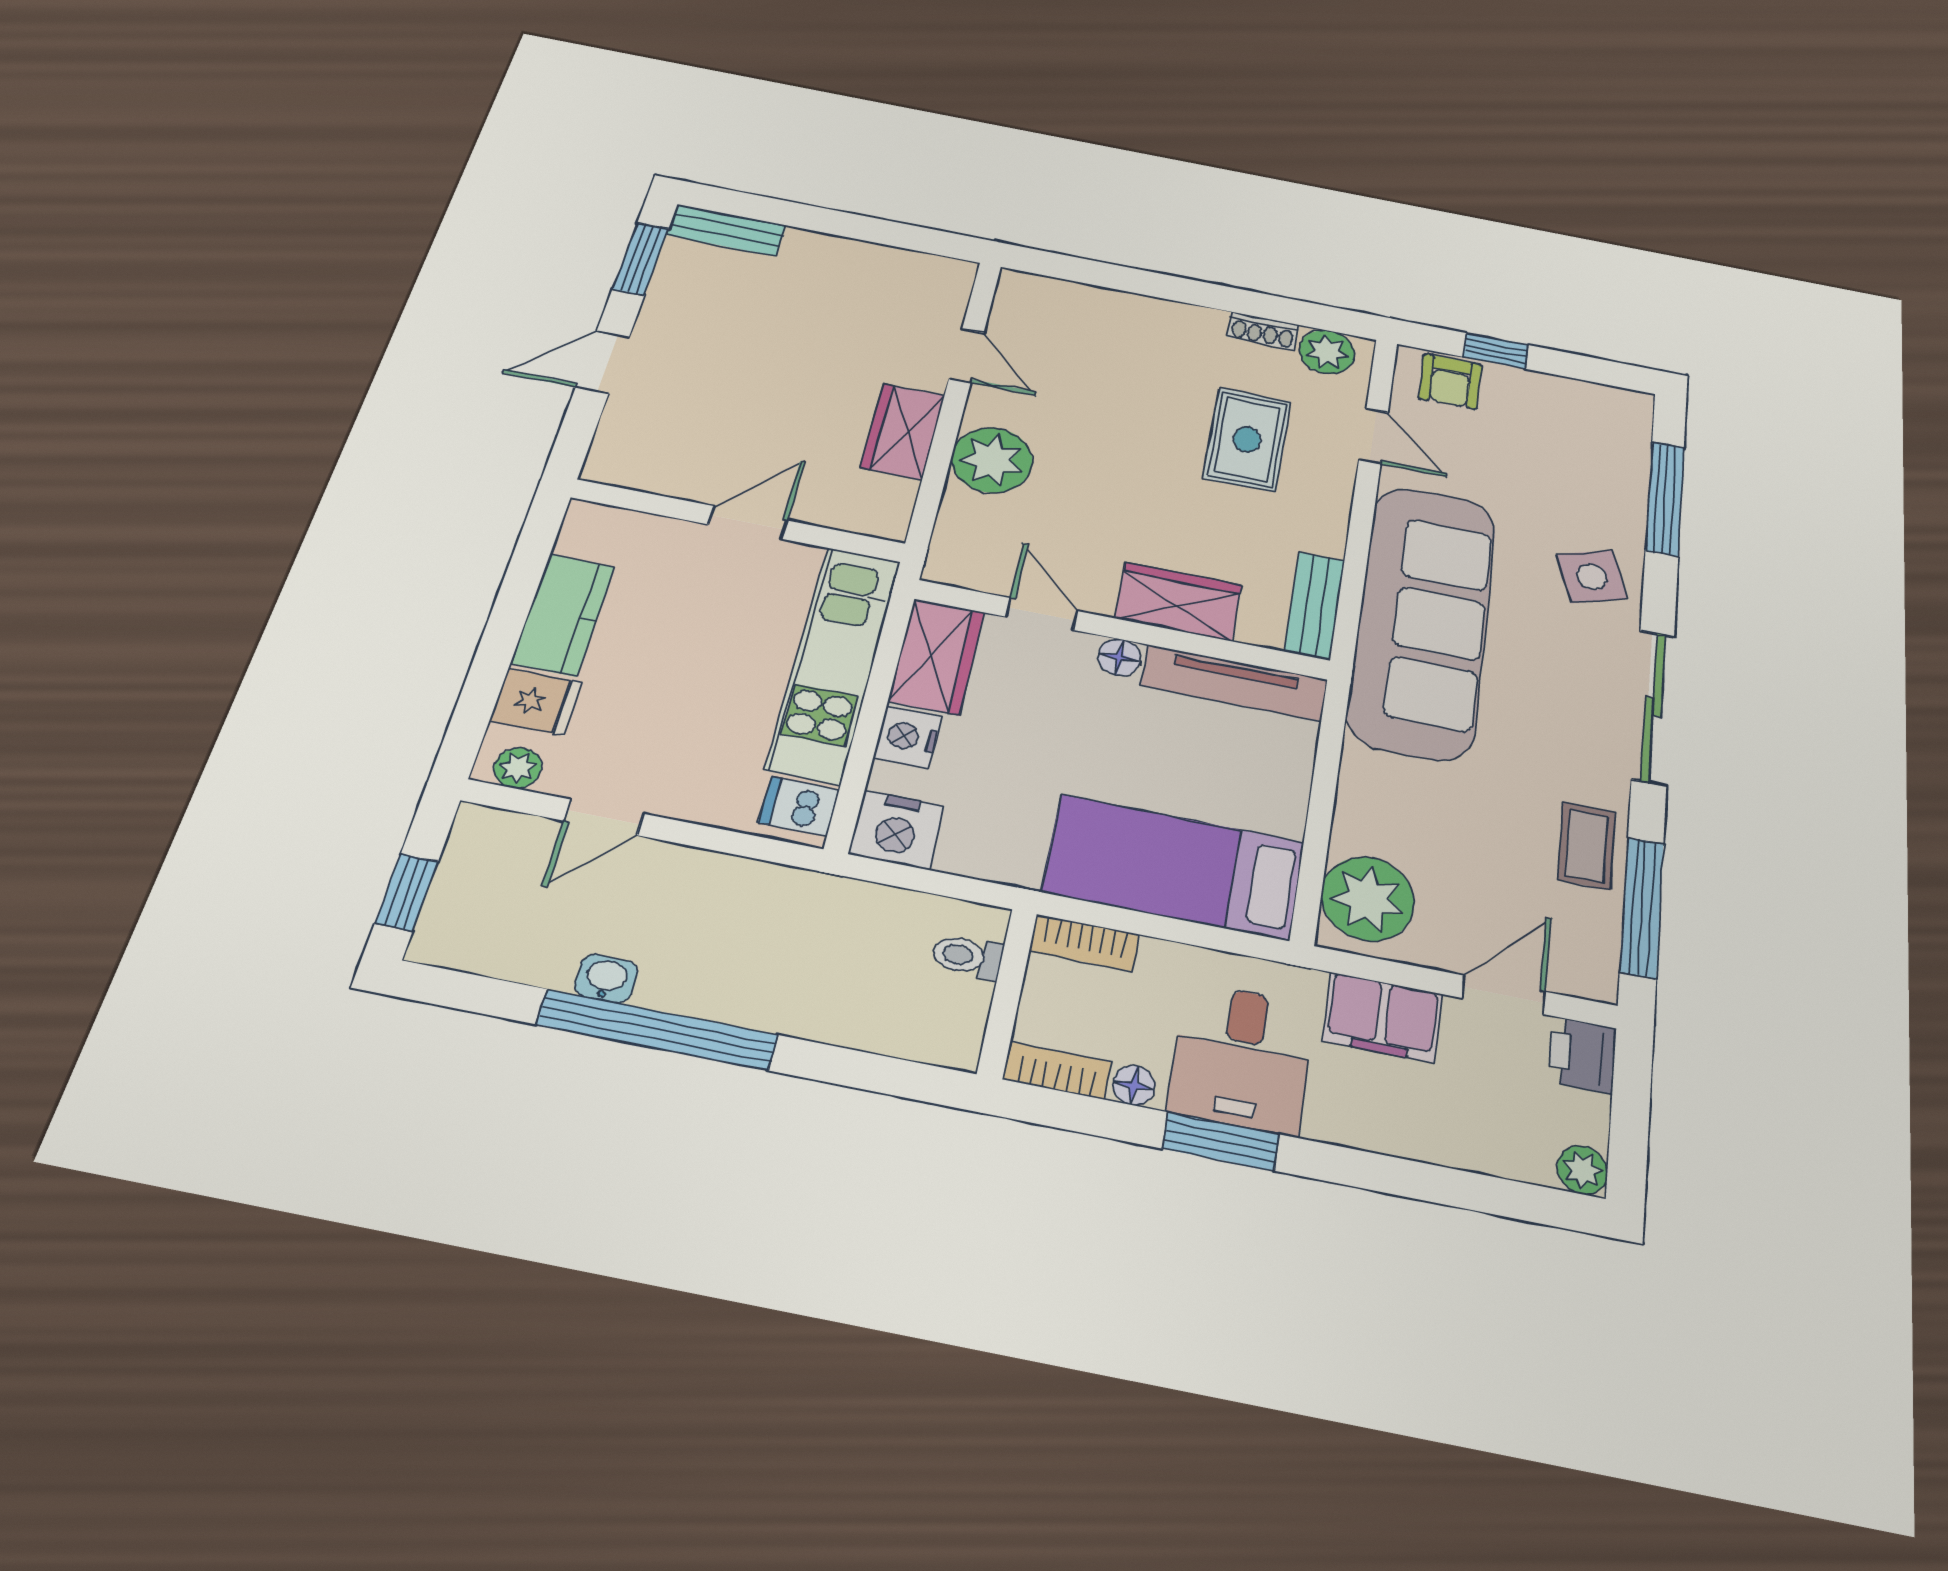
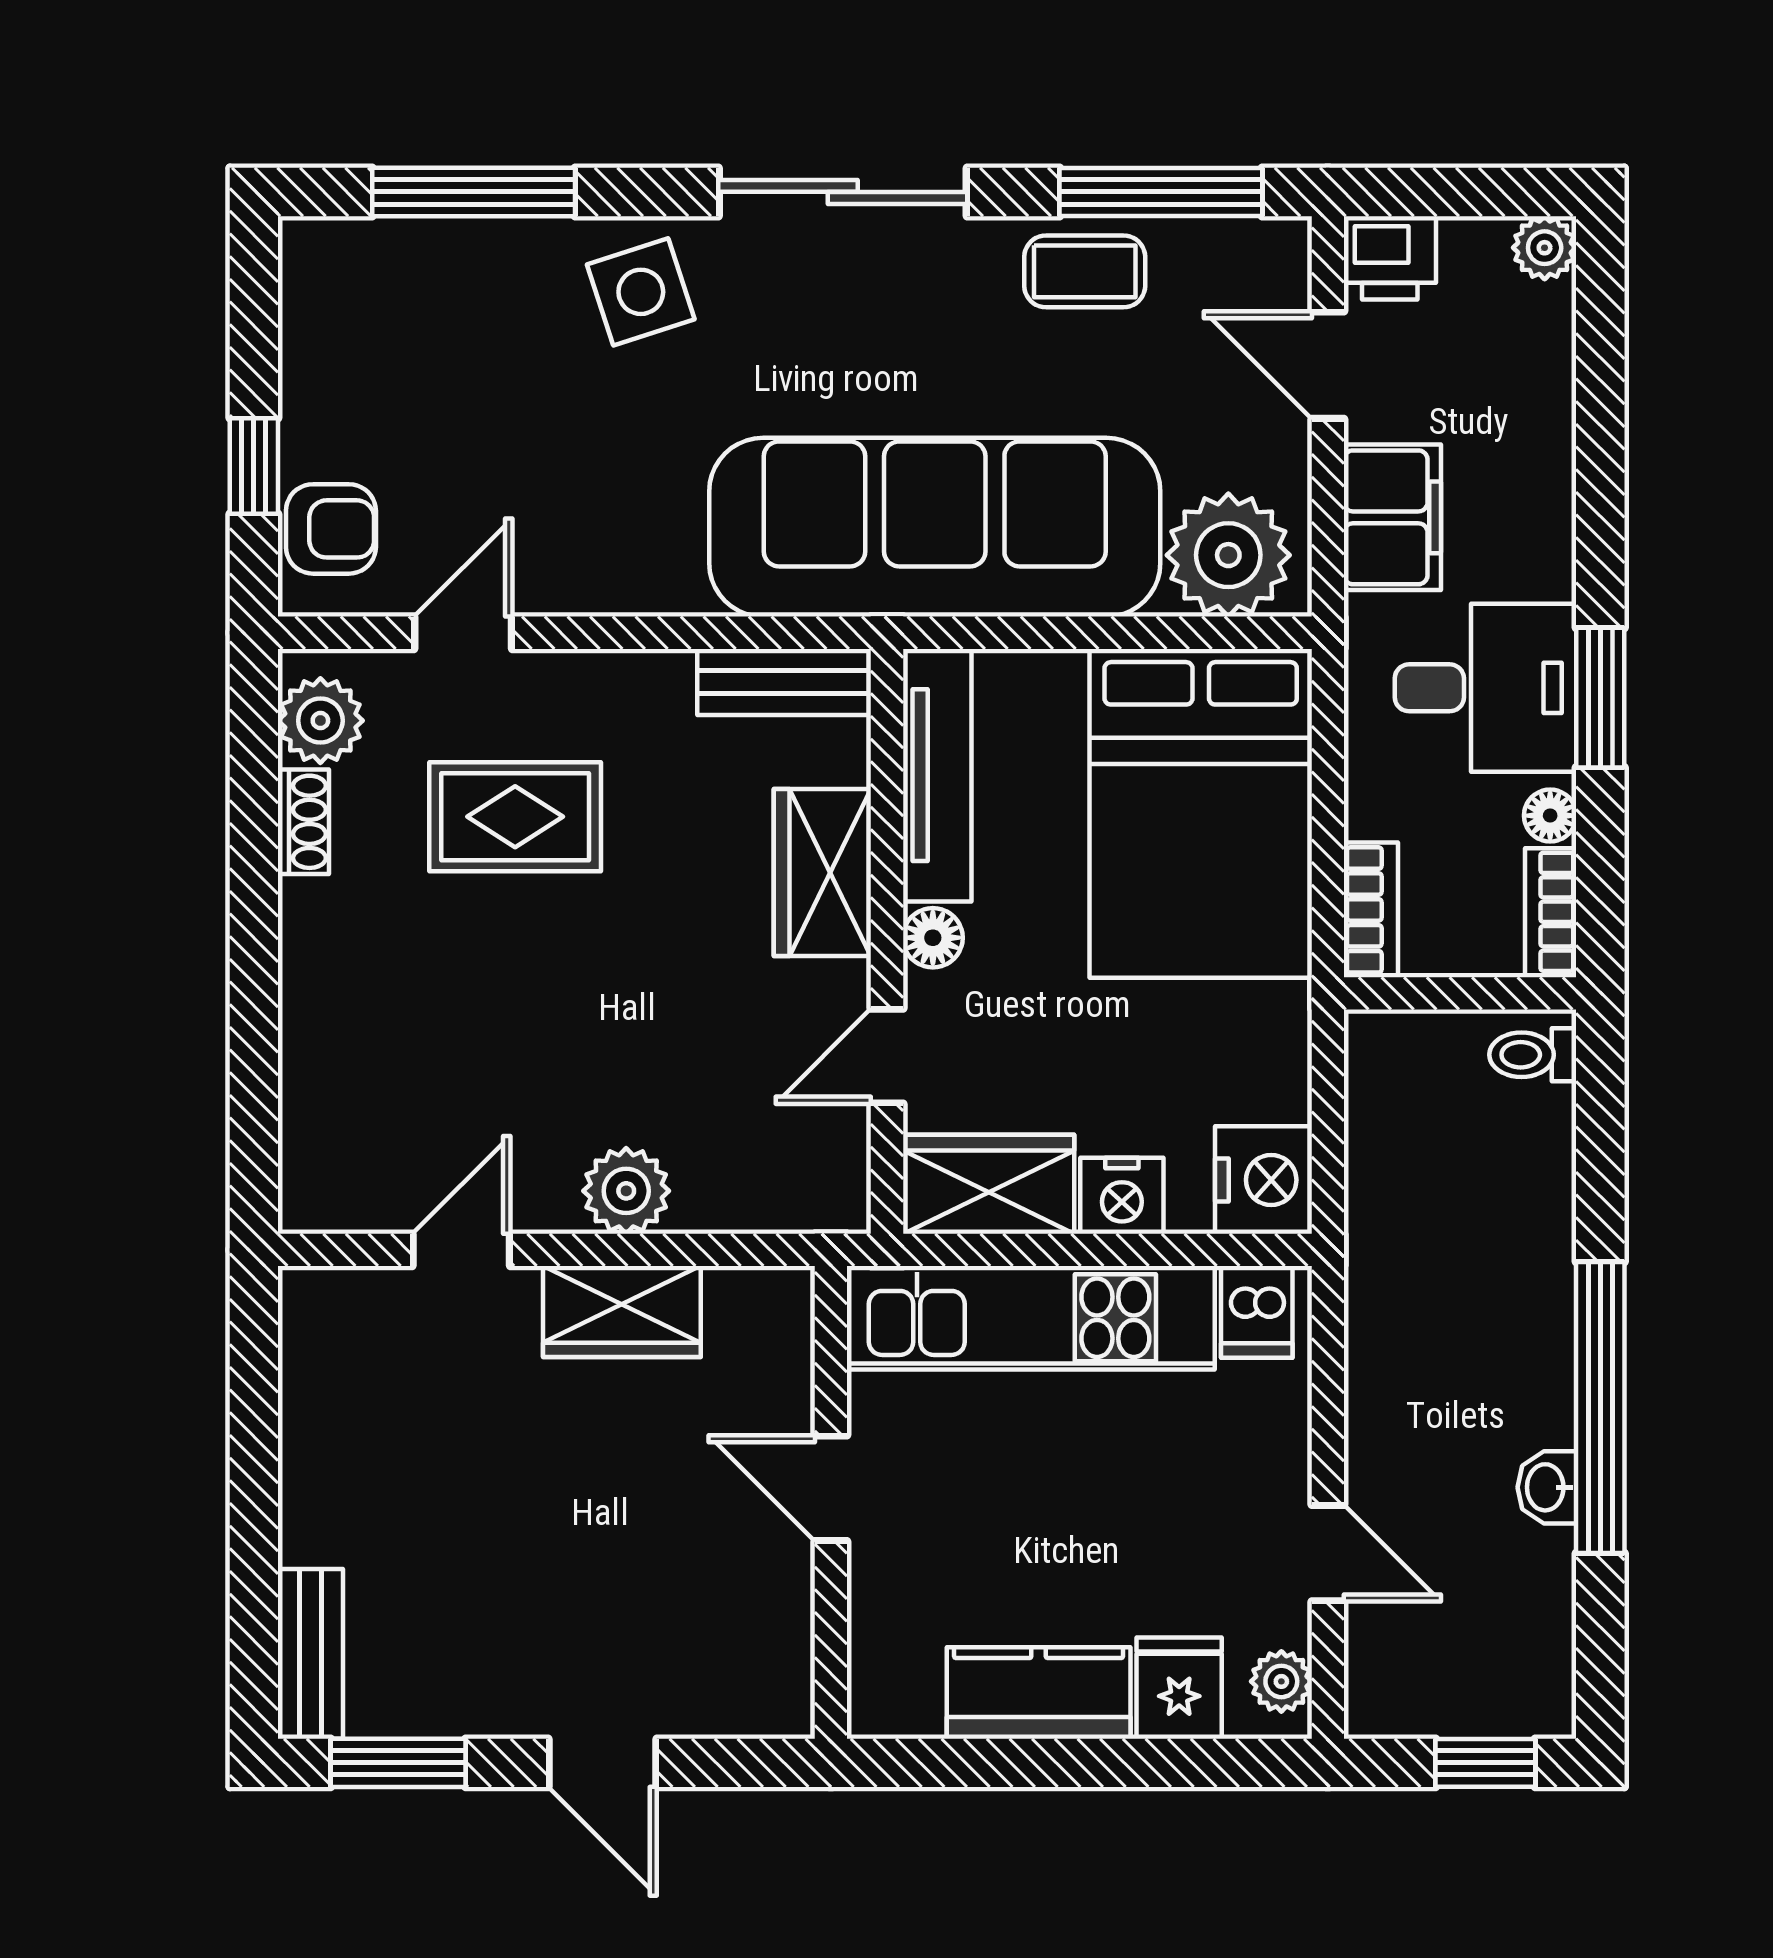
plant: (992, 460) -> (626, 1191), width x0.73, depth x0.73
sofa: (1423, 620) -> (935, 527), moved
bed: (1174, 867) -> (1201, 813), width x1.50
toilet: (967, 956) -> (1533, 1055), moved, turned 90

